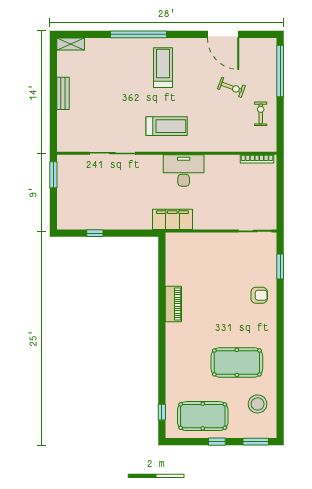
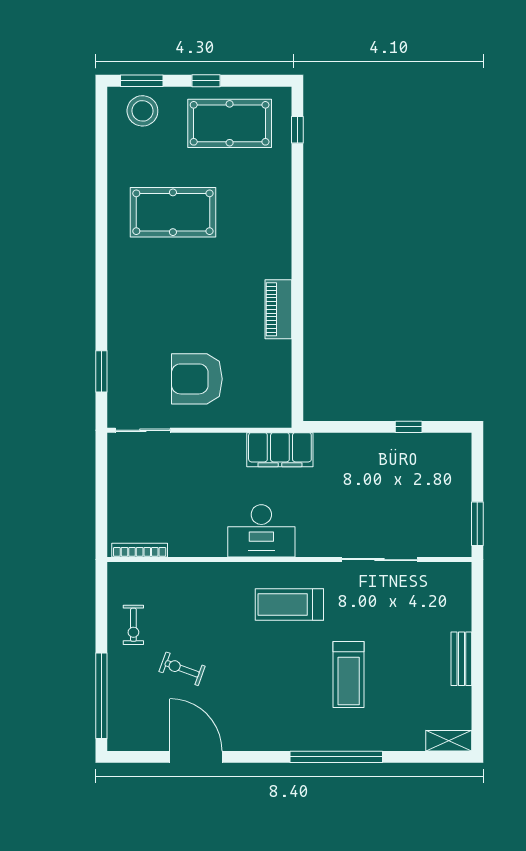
treadmill: (163, 68) -> (349, 674), moved
armchair: (259, 295) -> (197, 379), moved, width x1.88, depth x1.88
stool: (258, 404) -> (142, 111), moved

